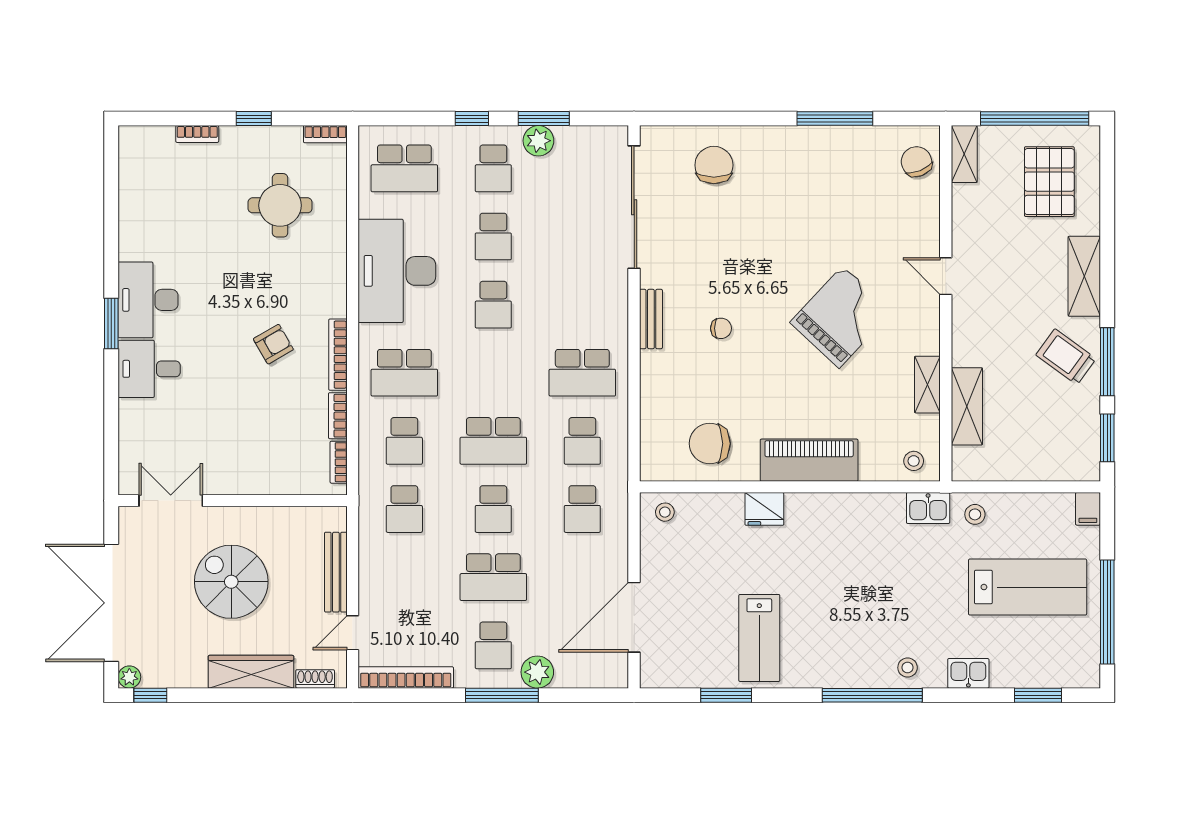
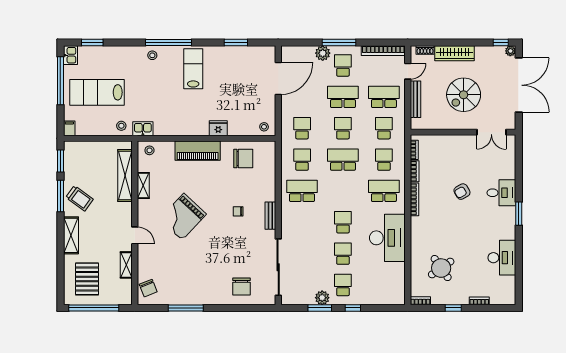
shelving: (964, 154) -> (126, 265), moved
school desk: (404, 168) -> (384, 97), moved
round table: (280, 205) -> (441, 268), turned -35
desk: (148, 300) -> (502, 258), moved
armchair: (273, 344) -> (462, 192), moved
shelving: (967, 406) -> (125, 175), width x1.47
spiral stairs: (231, 582) -> (464, 95), turned 90
lab bench: (759, 638) -> (193, 69), moved
kitchen sink: (968, 673) -> (70, 55), moved, turned -90

